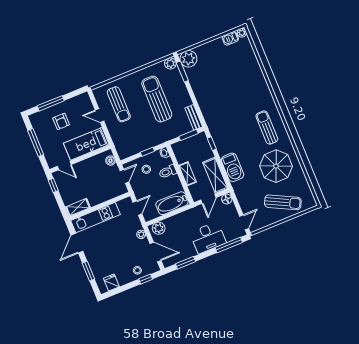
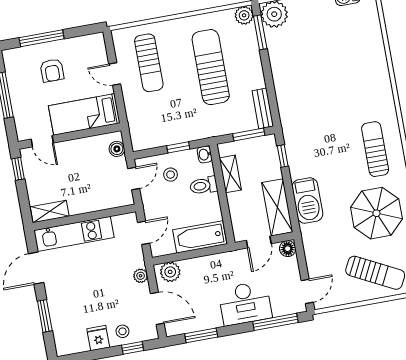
shelving: (188, 174) -> (230, 174), moved
fridge: (111, 283) -> (98, 338), moved

